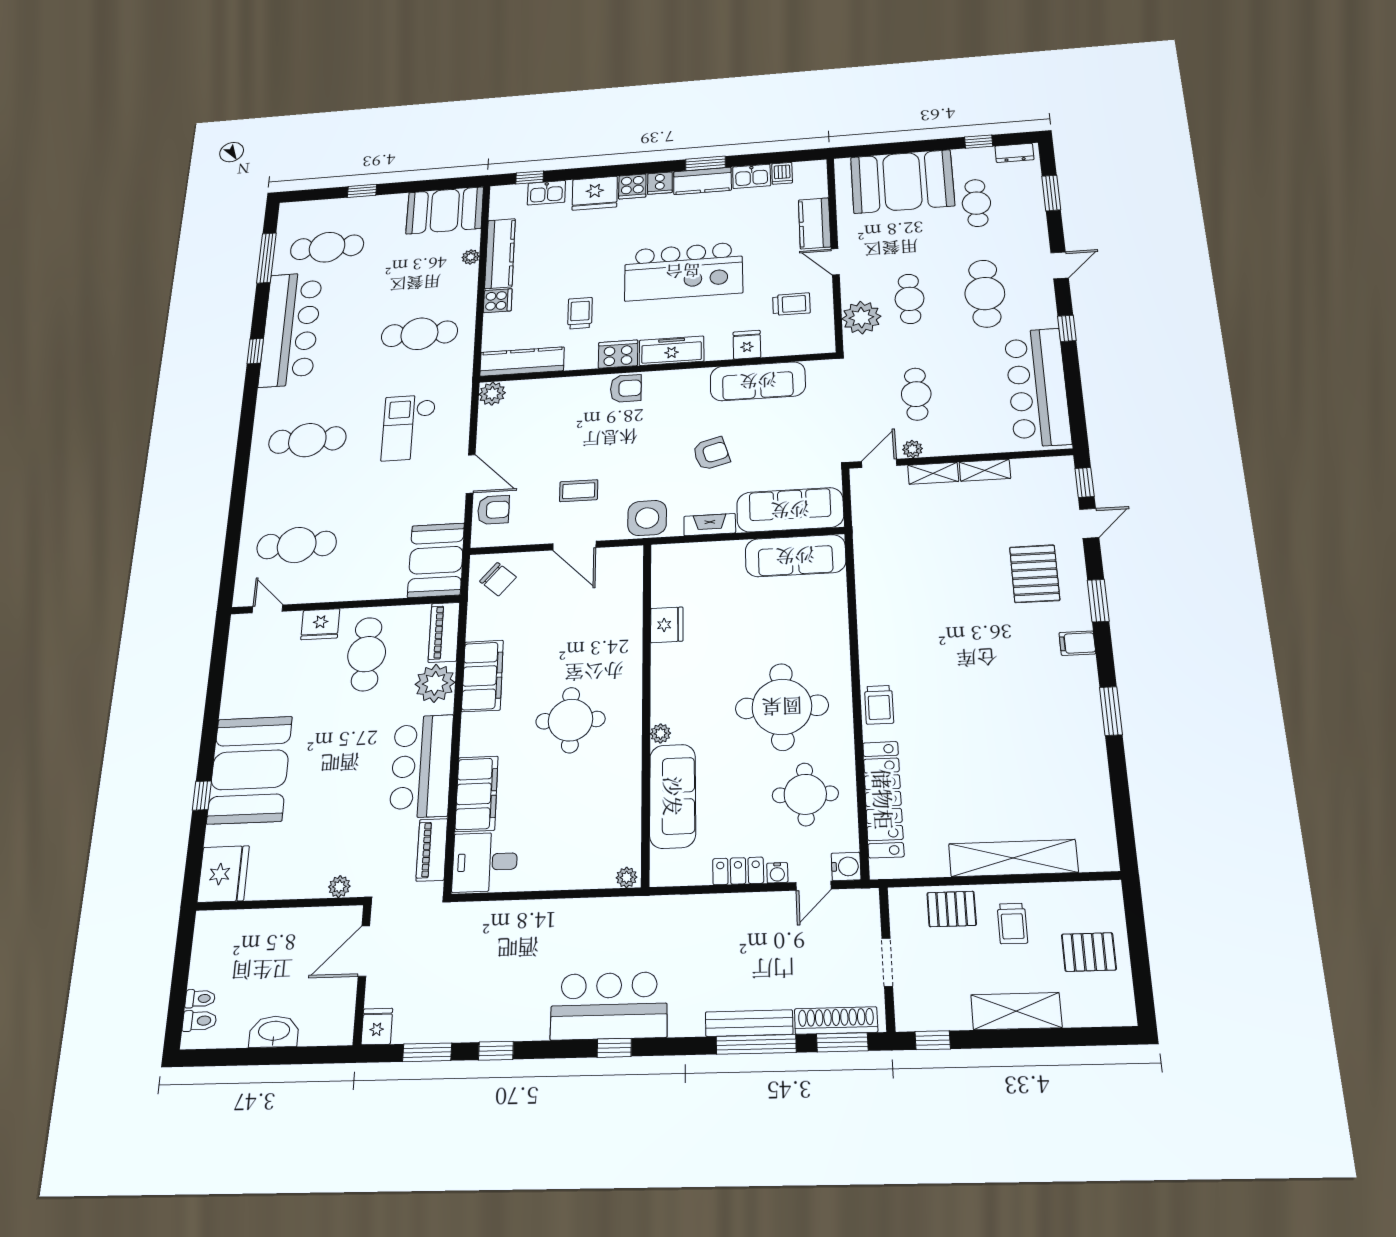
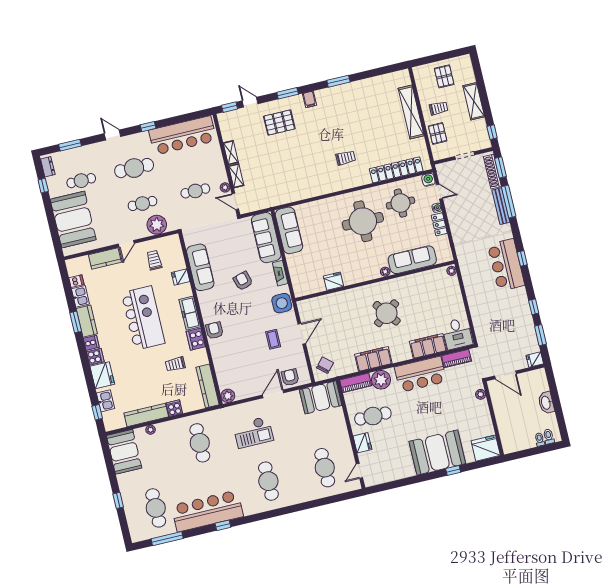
trolley: (879, 705) -> (346, 158), moved
round table: (570, 720) -> (387, 313), turned -37

